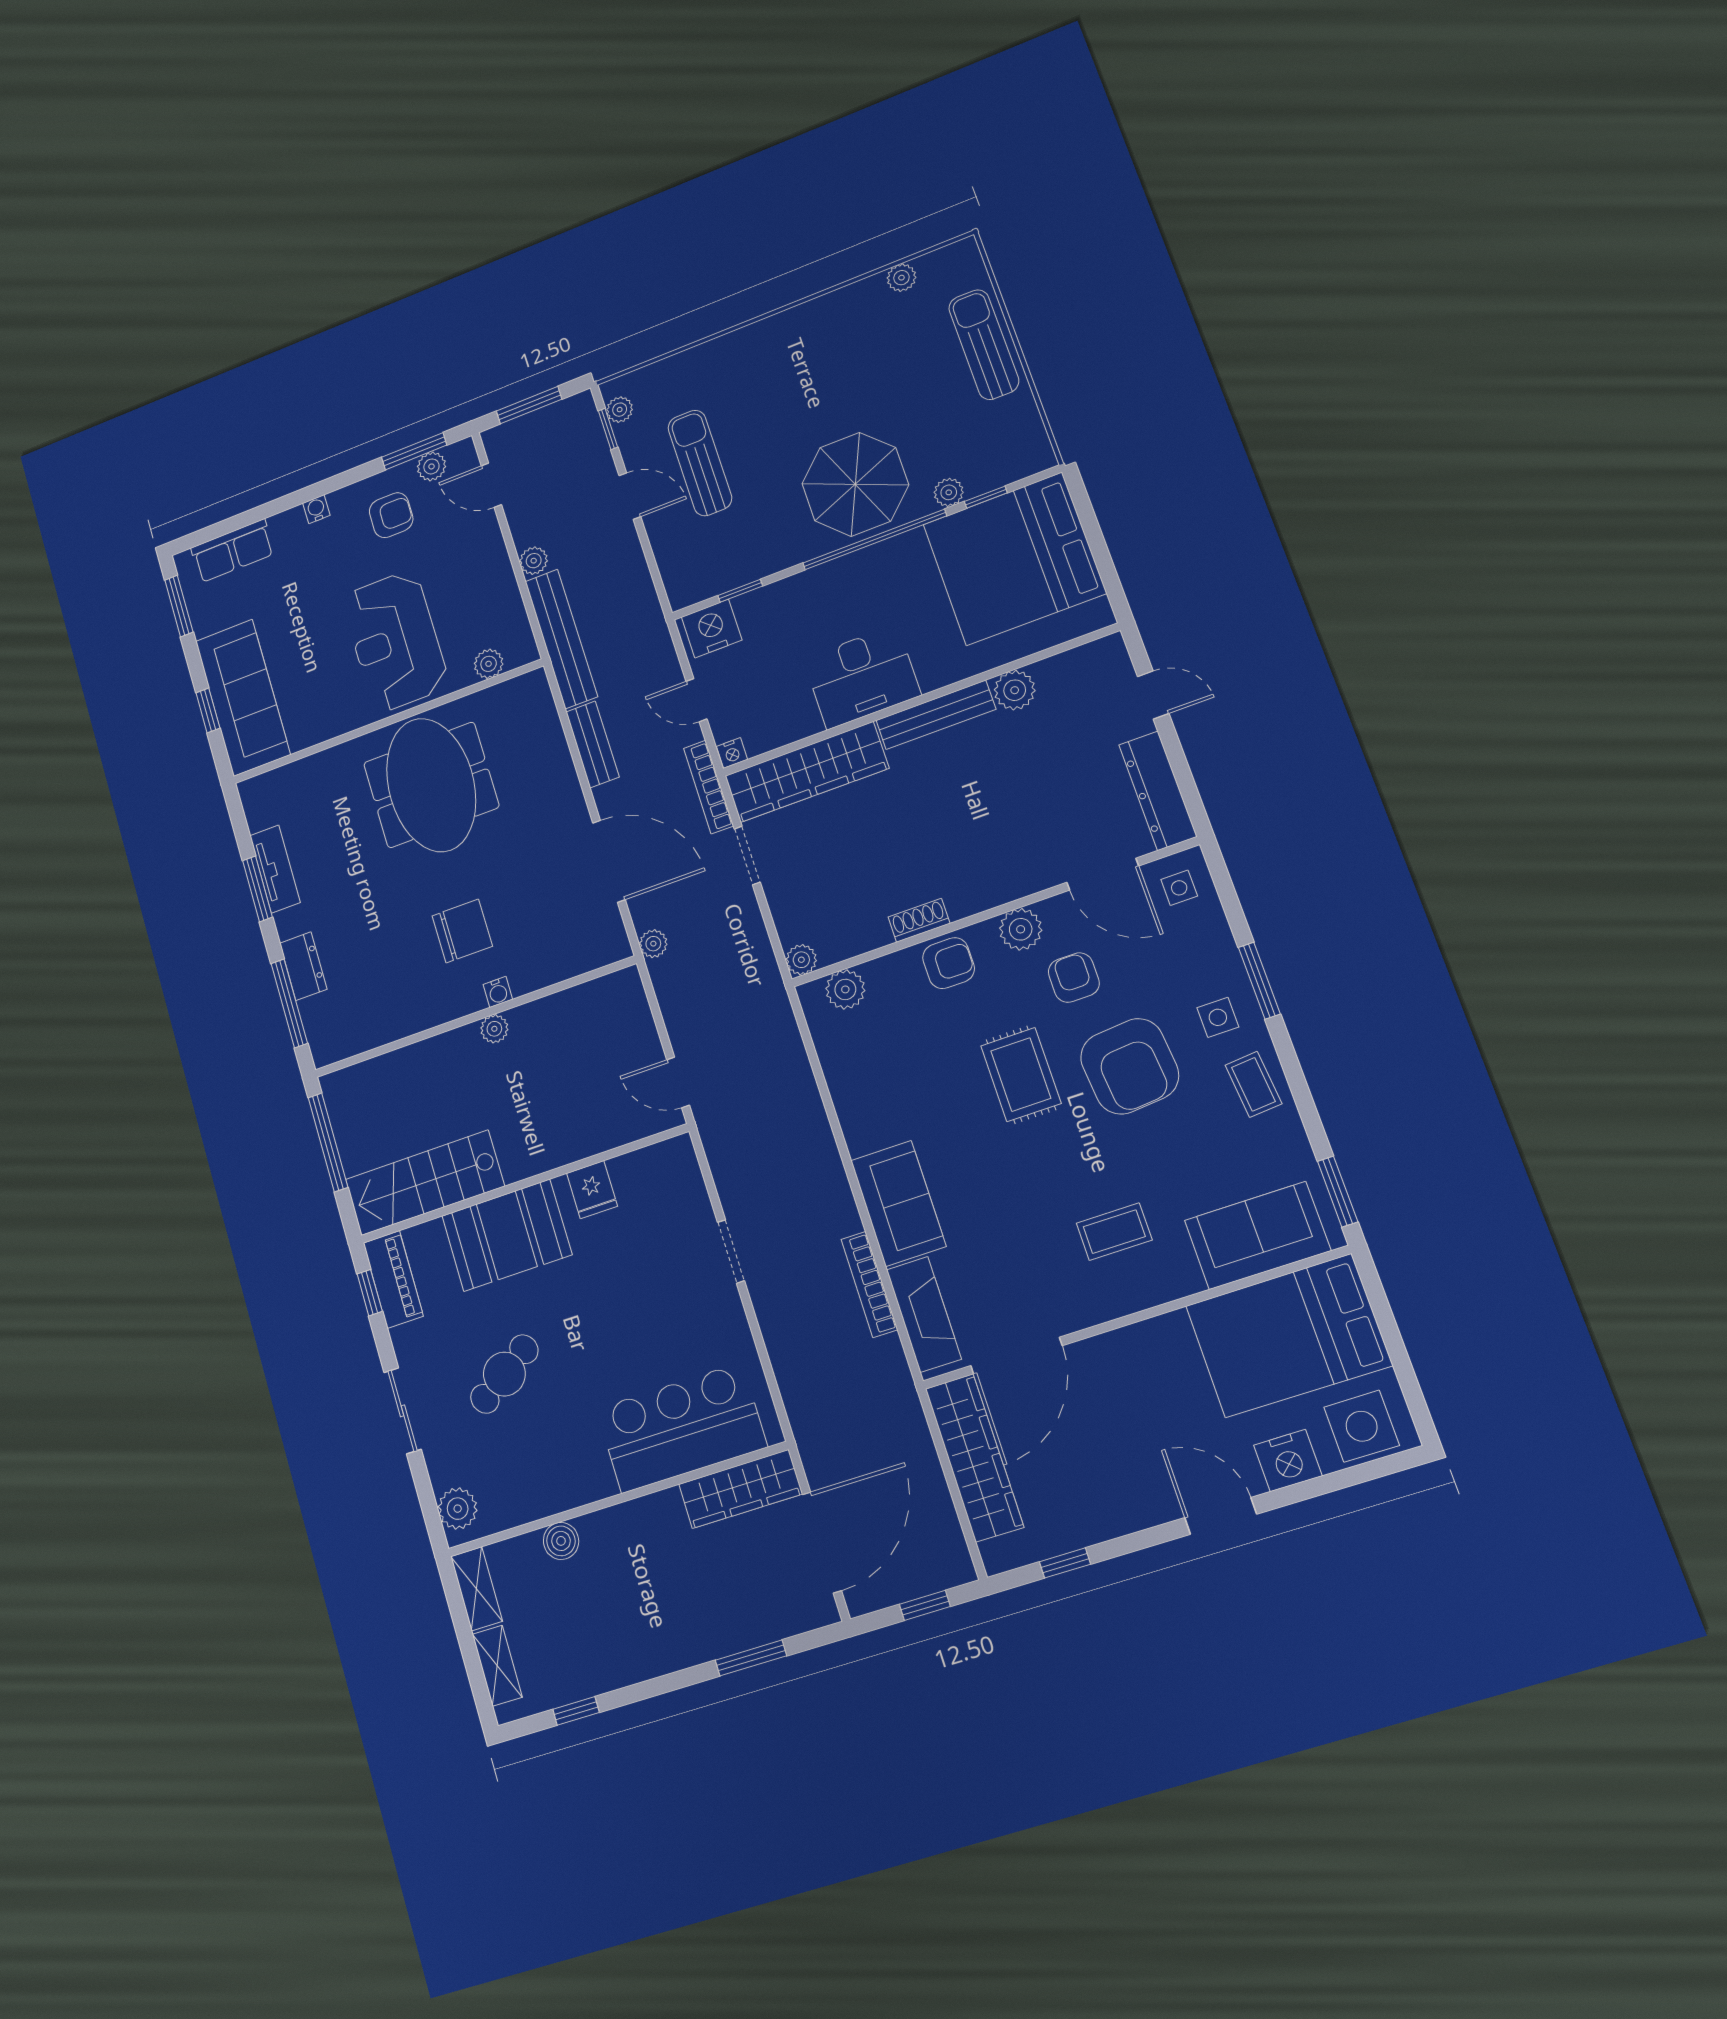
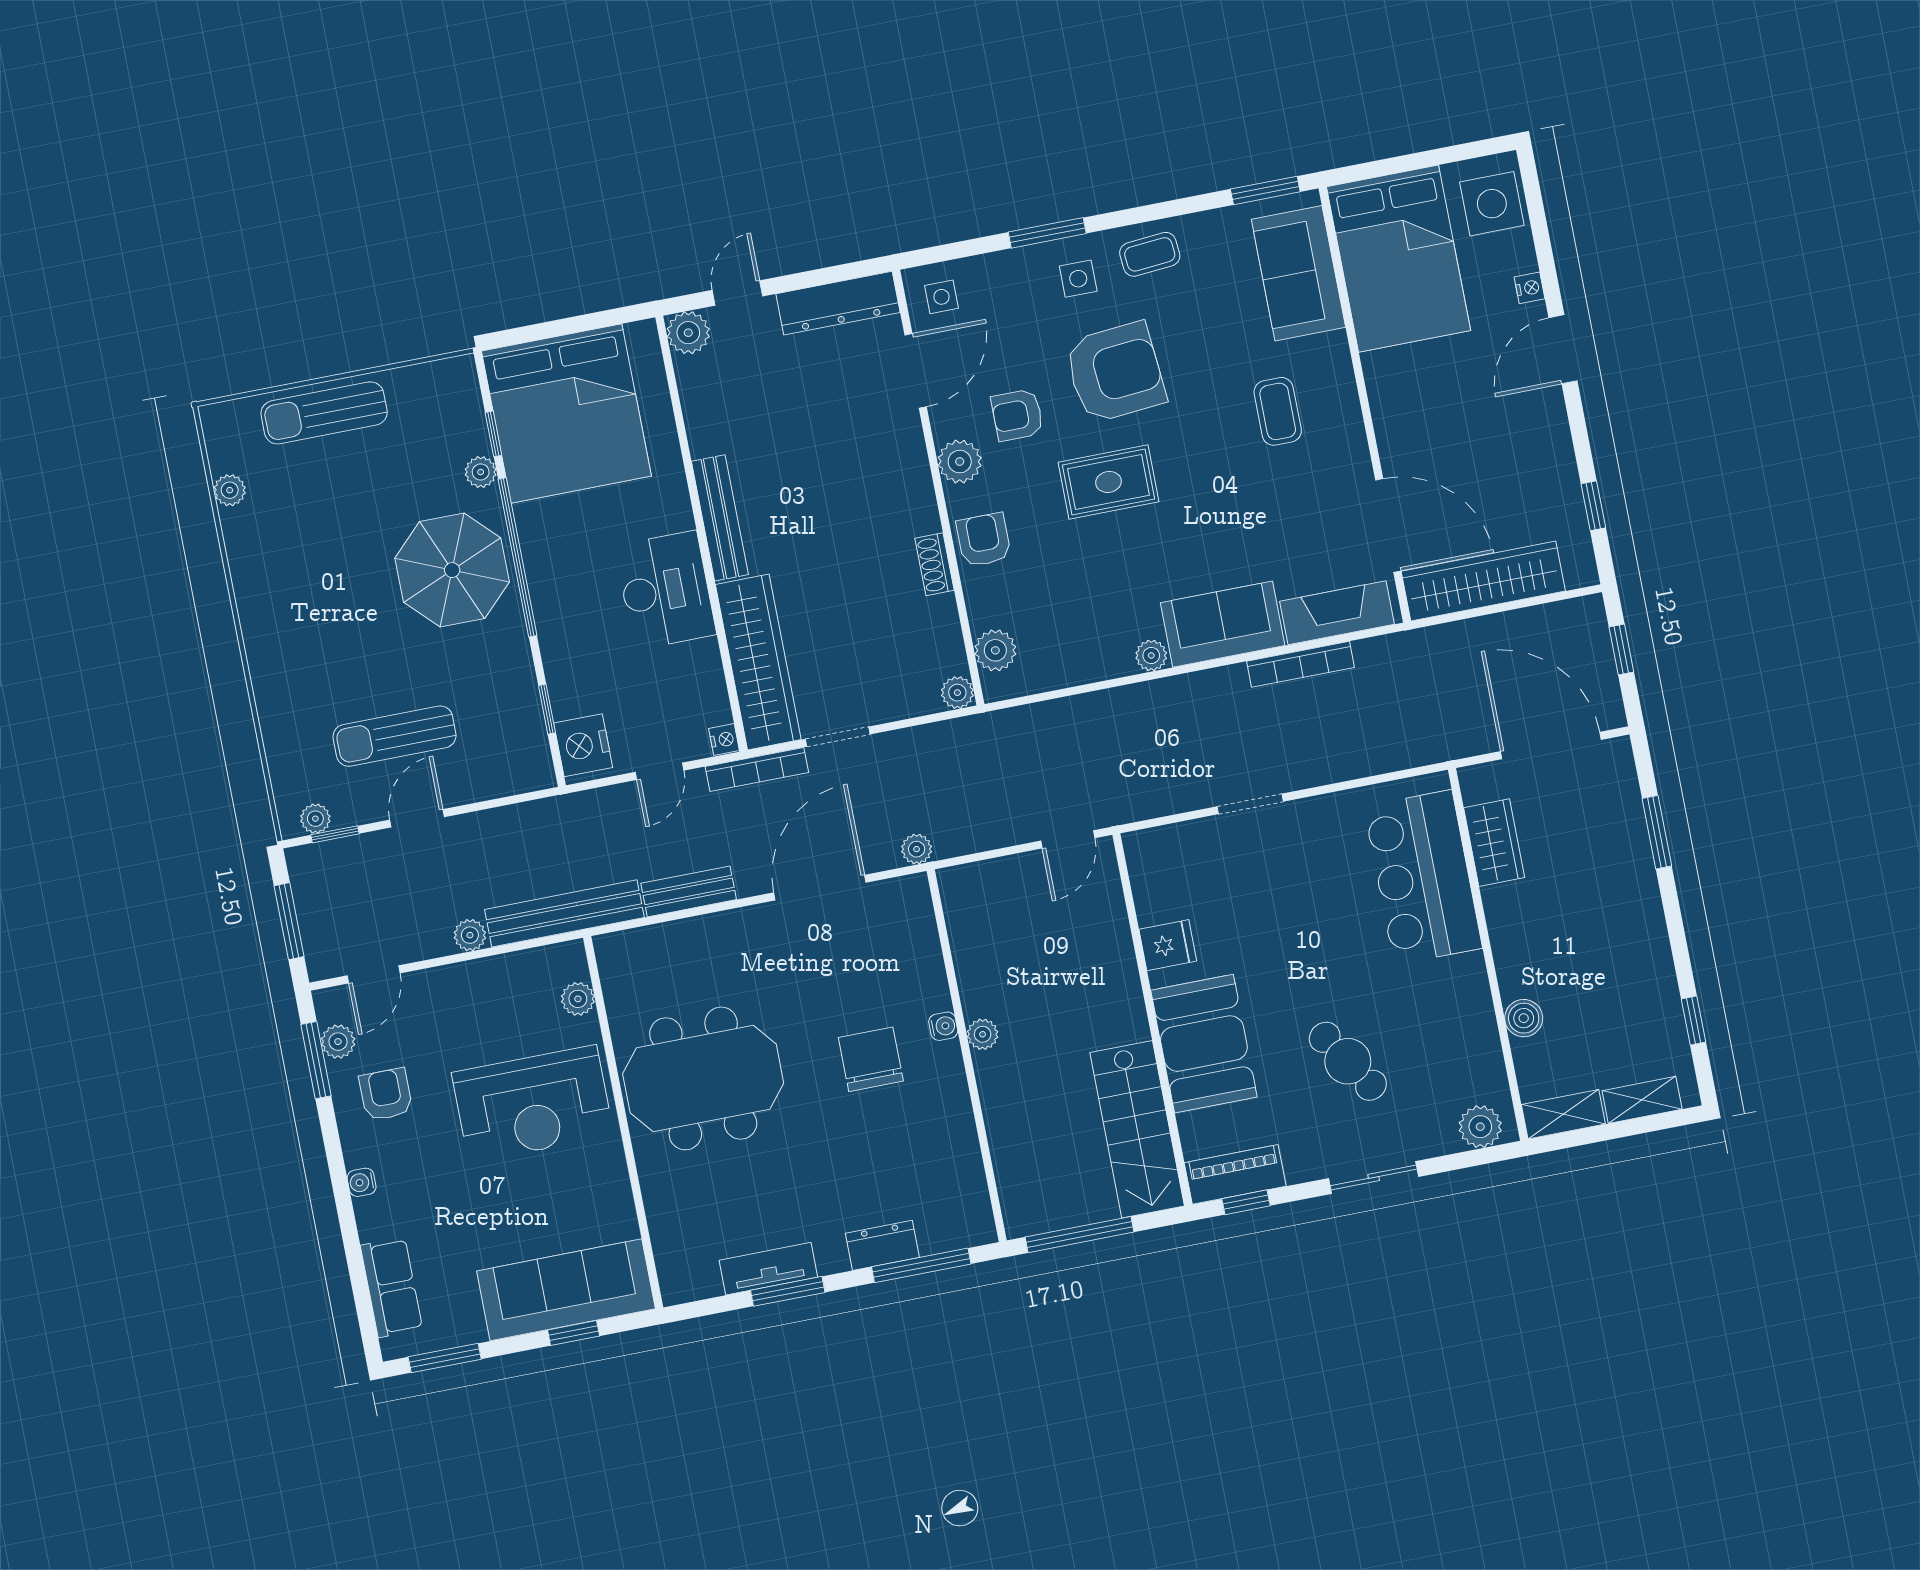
plant: (1015, 690) -> (688, 333), moved
plant: (859, 1138) -> (1151, 655), added
nightstand: (1288, 1461) -> (1530, 288), width x0.53, depth x0.56
wardrobe: (740, 1489) -> (1494, 843), width x0.67

